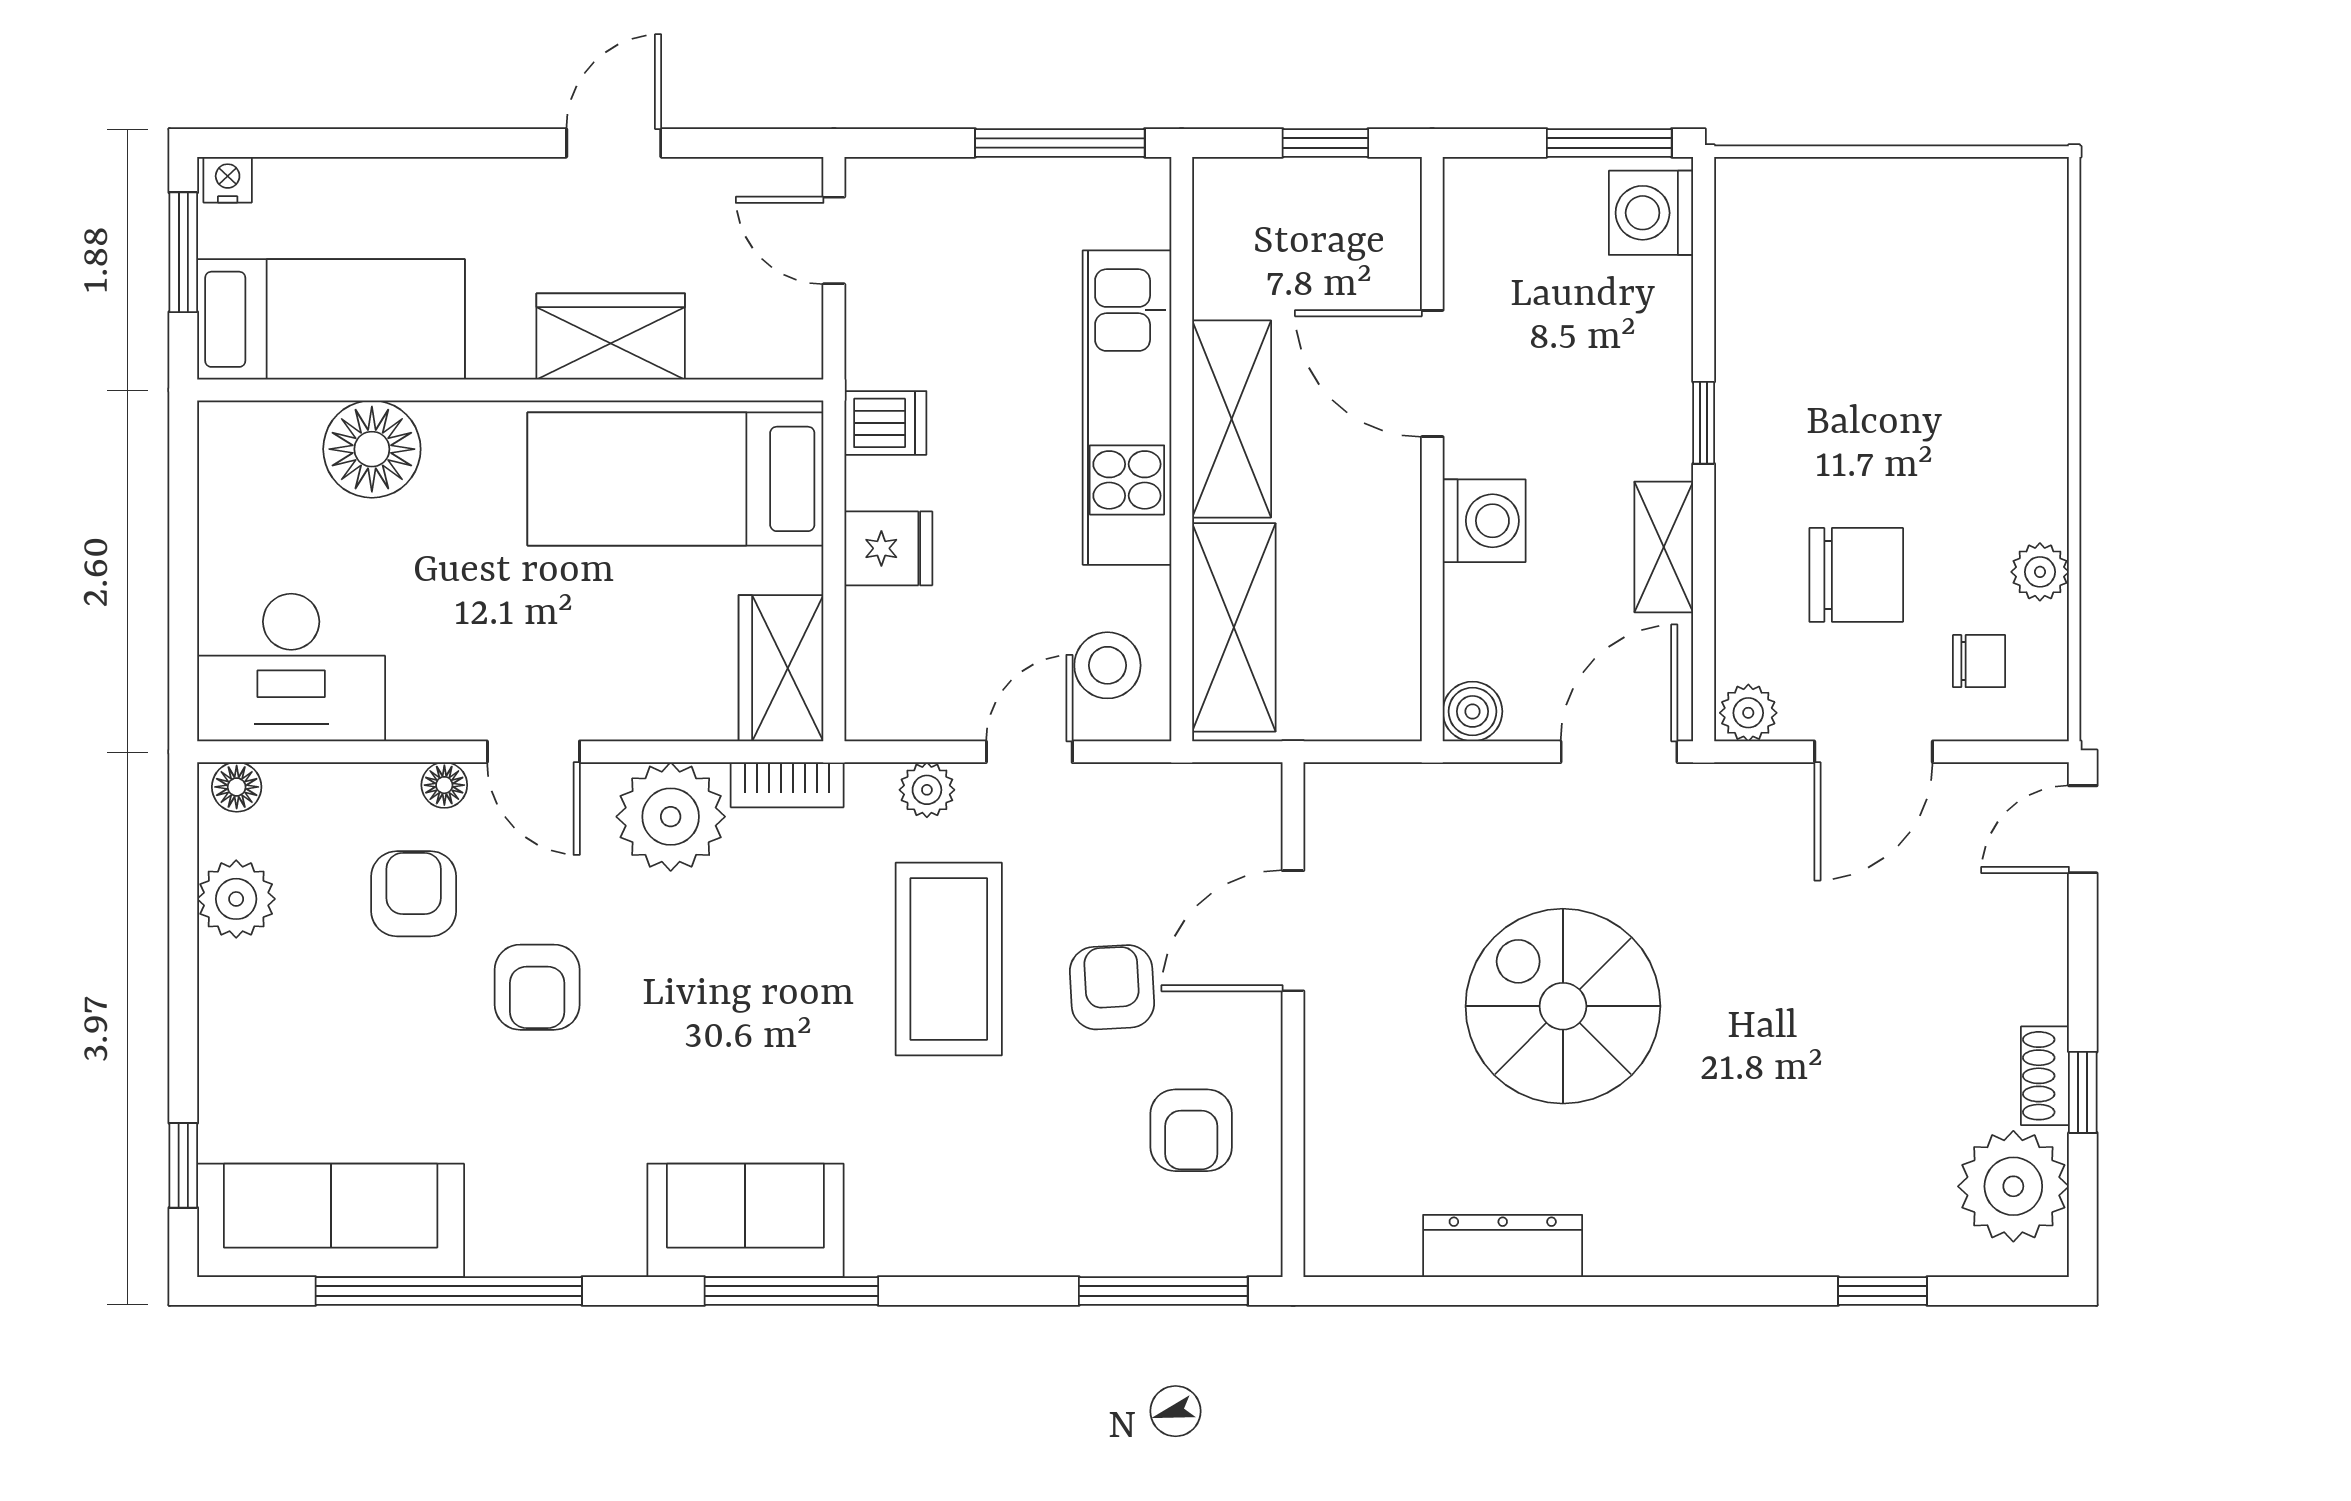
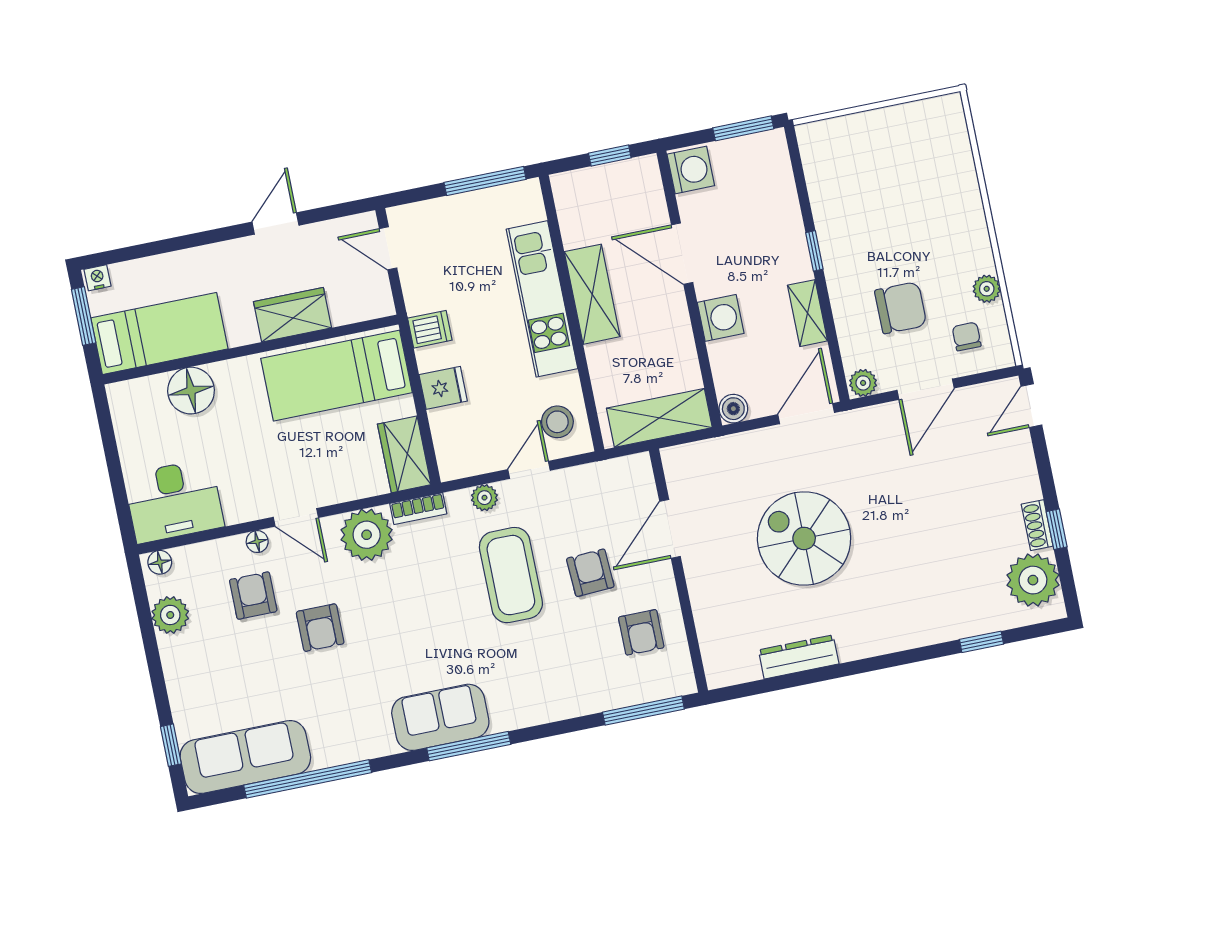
washing machine: (1651, 213) -> (691, 170), moved, turned 180
shelving: (1234, 627) -> (659, 418), moved, turned 90
chair: (1979, 661) -> (967, 337), turned -90

